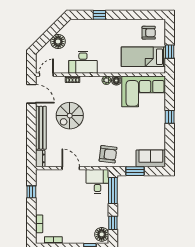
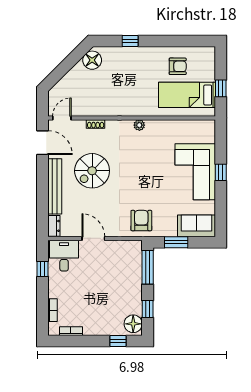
armchair: (149, 33) -> (178, 66), moved
floor lamp: (58, 42) -> (92, 60), moved
desk: (83, 62) -> (109, 102), removed
floor lamp: (116, 80) -> (152, 126), removed
corner sofa: (144, 91) -> (195, 172), moved, turned 90
armchair: (108, 154) -> (141, 221), turned -97
desk: (97, 181) -> (64, 256), moved

